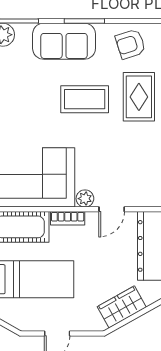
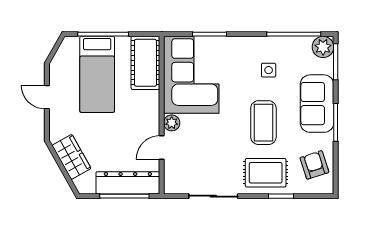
side table: (28, 94) -> (269, 70), added
door: (112, 209) -> (162, 148), hinge flipped
bookcase: (68, 218) -> (153, 107), removed

